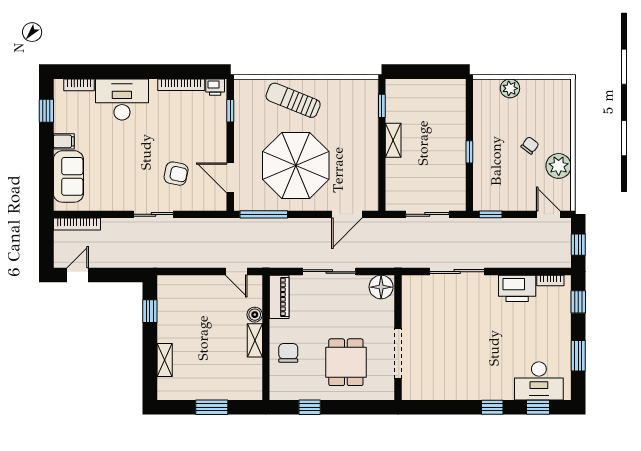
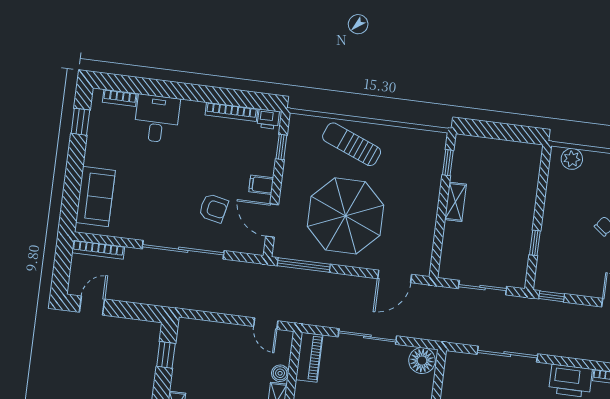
plant: (510, 88) -> (572, 159), moved
desk: (122, 99) -> (157, 119), width x0.73
filing cabinet: (64, 141) -> (261, 185), moved, turned 180
window: (469, 152) -> (535, 243), moved
sliding door: (153, 214) -> (183, 250), width x1.86

